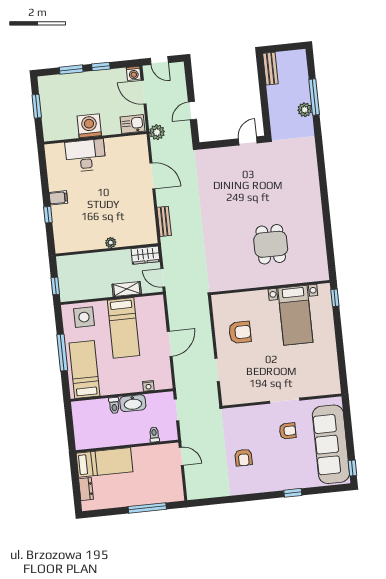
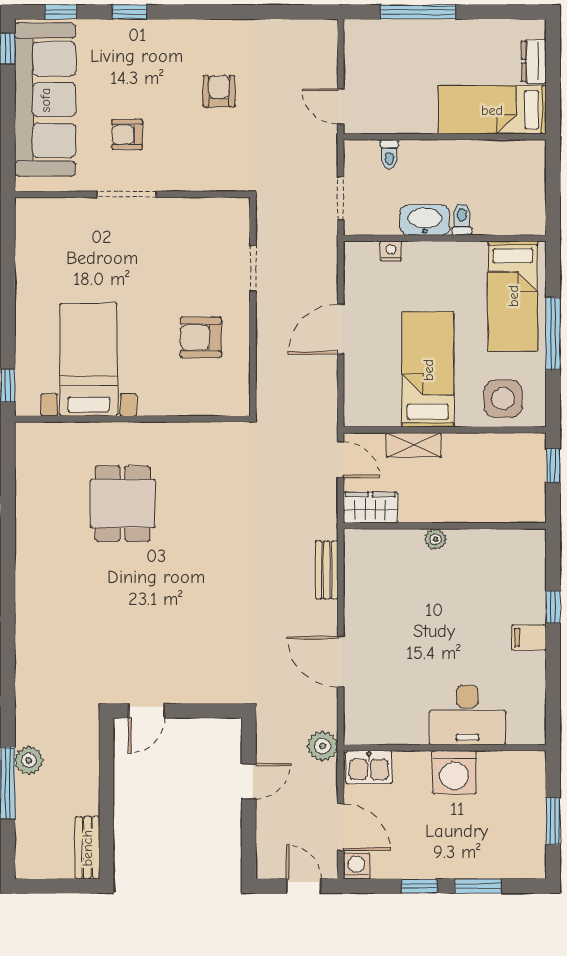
window: (328, 489) -> (61, 12), added

